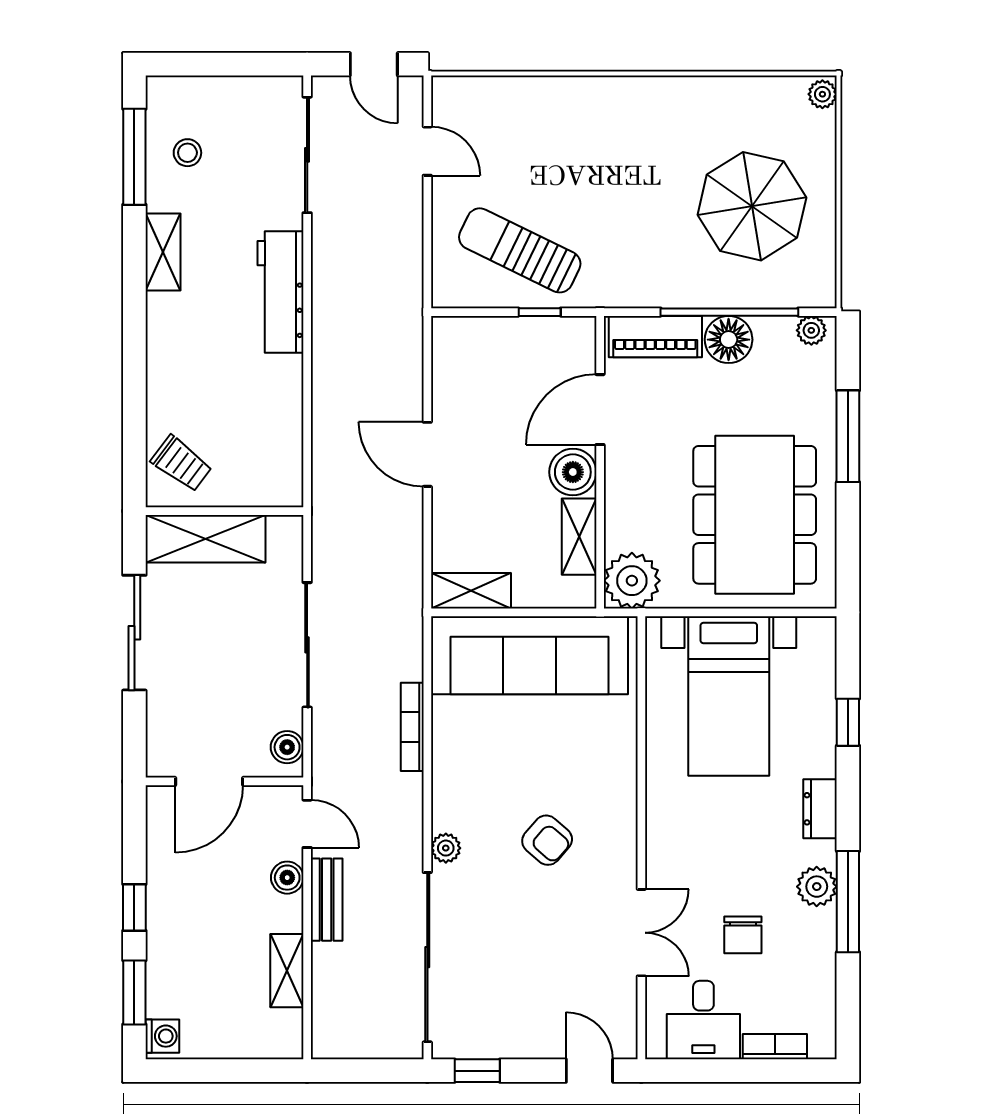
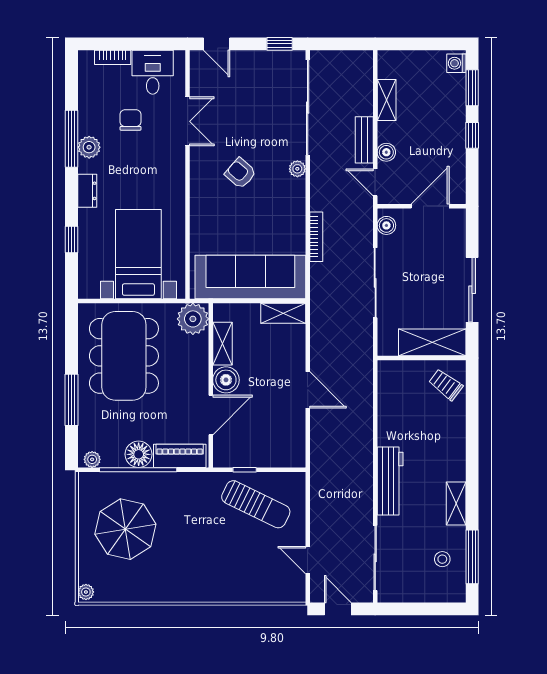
double door: (641, 933) -> (188, 121), swing flipped

